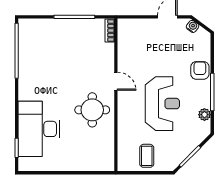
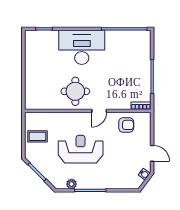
armchair: (200, 70) -> (126, 125), moved
reception desk: (162, 104) -> (81, 149), turned 180
desk: (39, 129) -> (82, 47), moved

